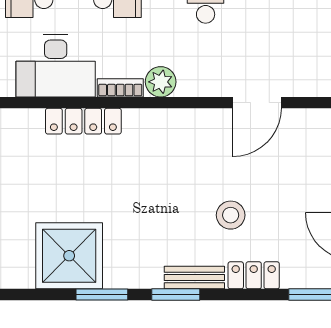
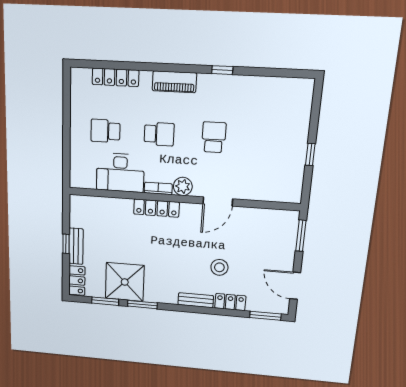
door: (257, 103) -> (218, 201), moved
locker: (83, 121) -> (156, 208), moved
window: (176, 295) -> (105, 301), moved

